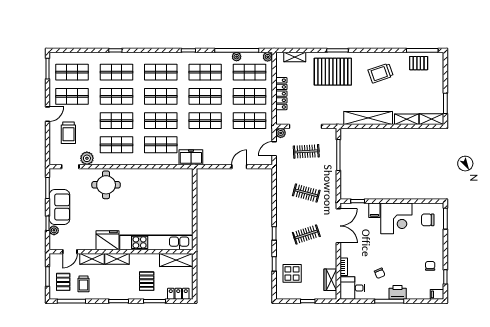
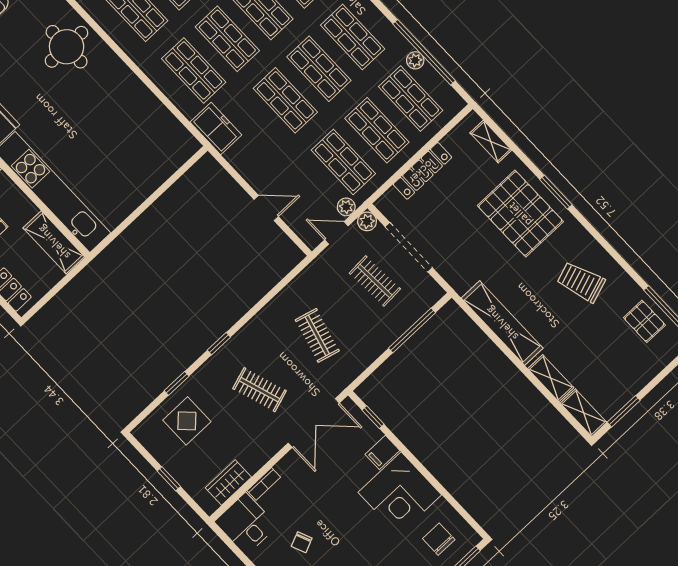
plant: (268, 57) -> (346, 207), moved

